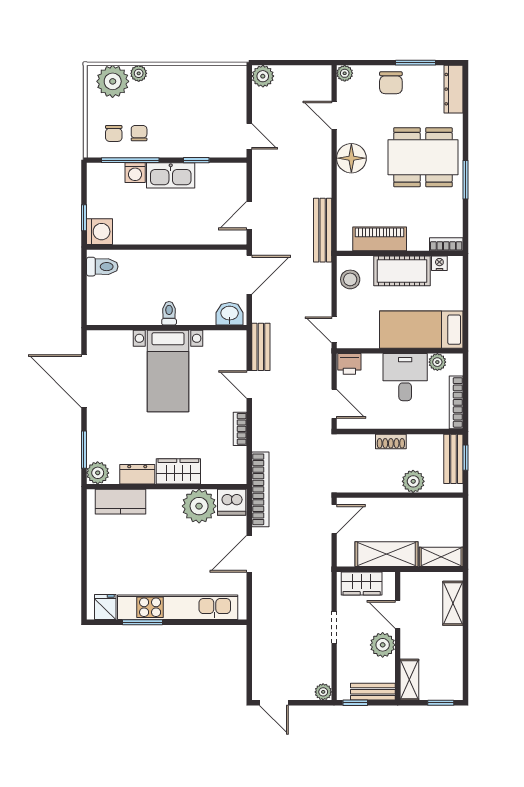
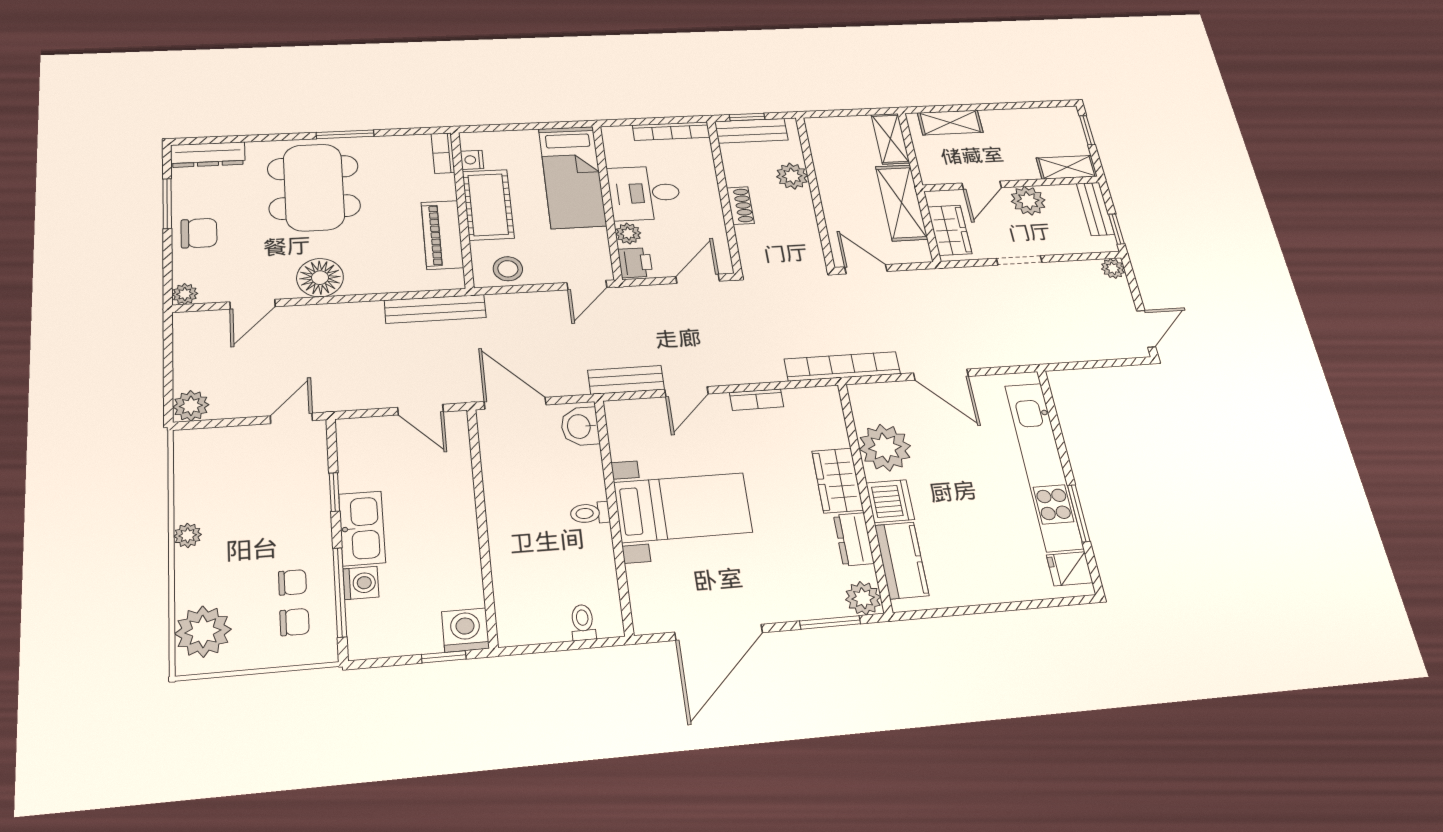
plant: (139, 73) -> (188, 535), moved
chair: (139, 133) -> (292, 582), turned 180
toilet: (102, 267) -> (583, 622), moved, width x0.73, depth x0.72
plant: (437, 362) -> (628, 234), moved
dishwasher: (232, 502) -> (890, 501), moved

